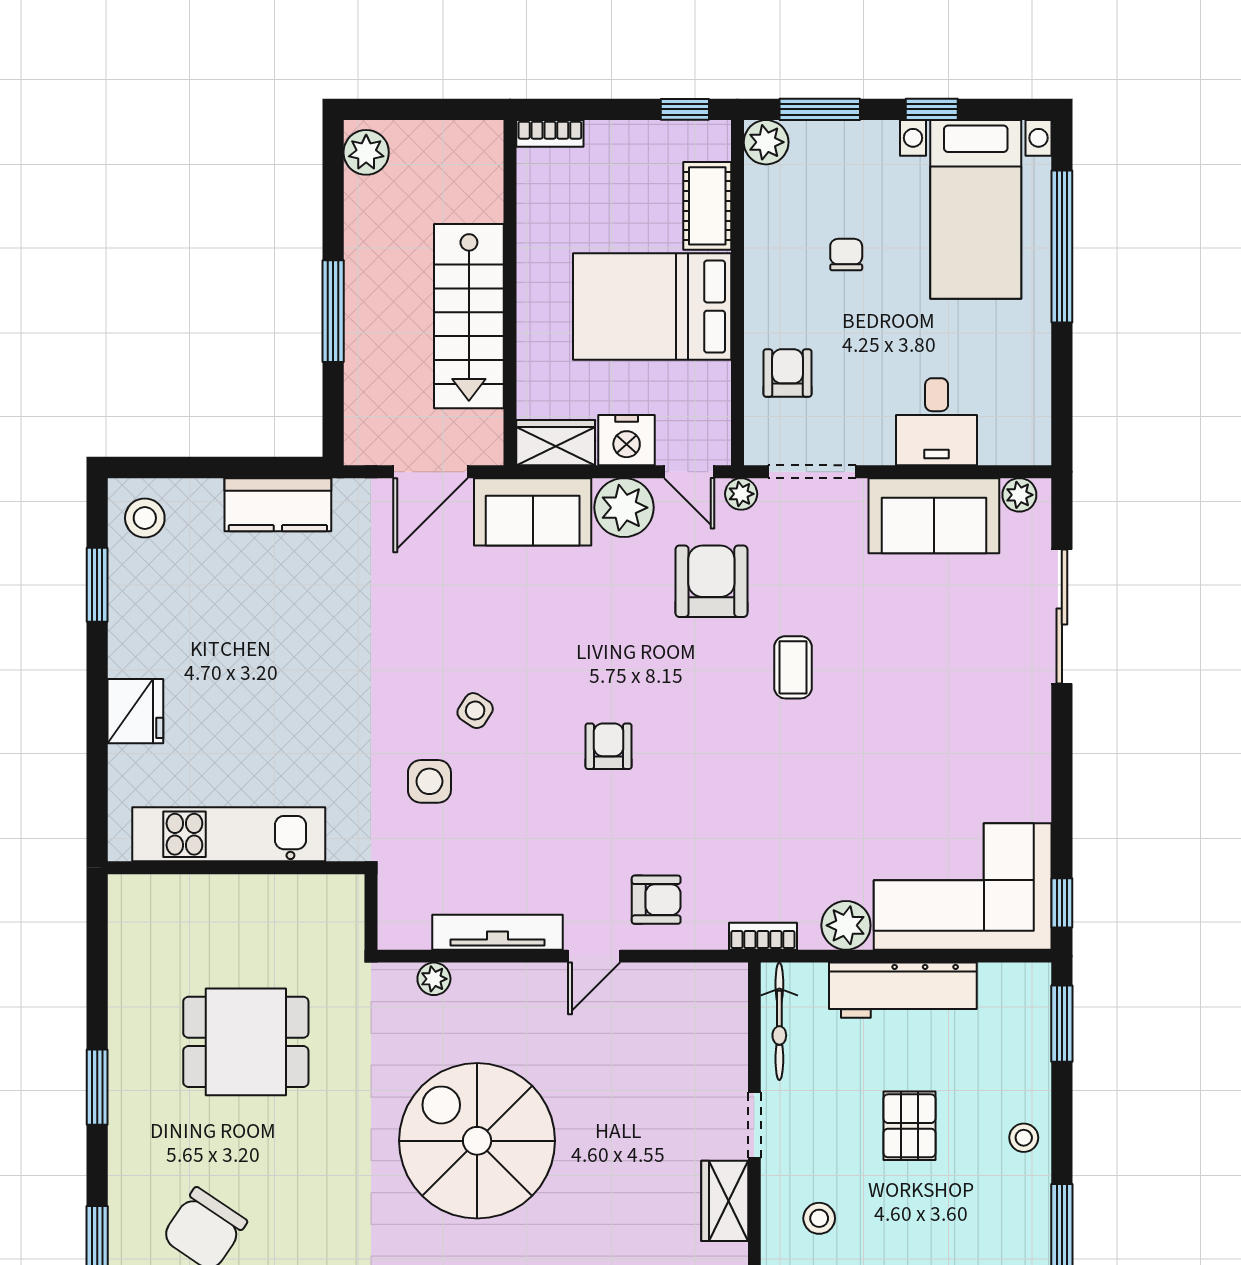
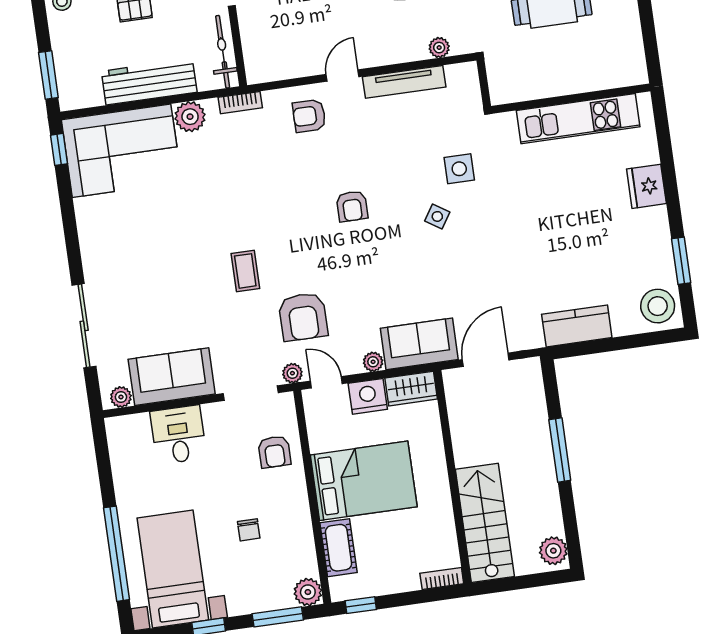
stairs: (469, 316) -> (485, 523), moved
plant: (624, 508) -> (373, 362), width x0.53, depth x0.53
stool: (145, 518) -> (658, 306), width x1.38, depth x1.38

